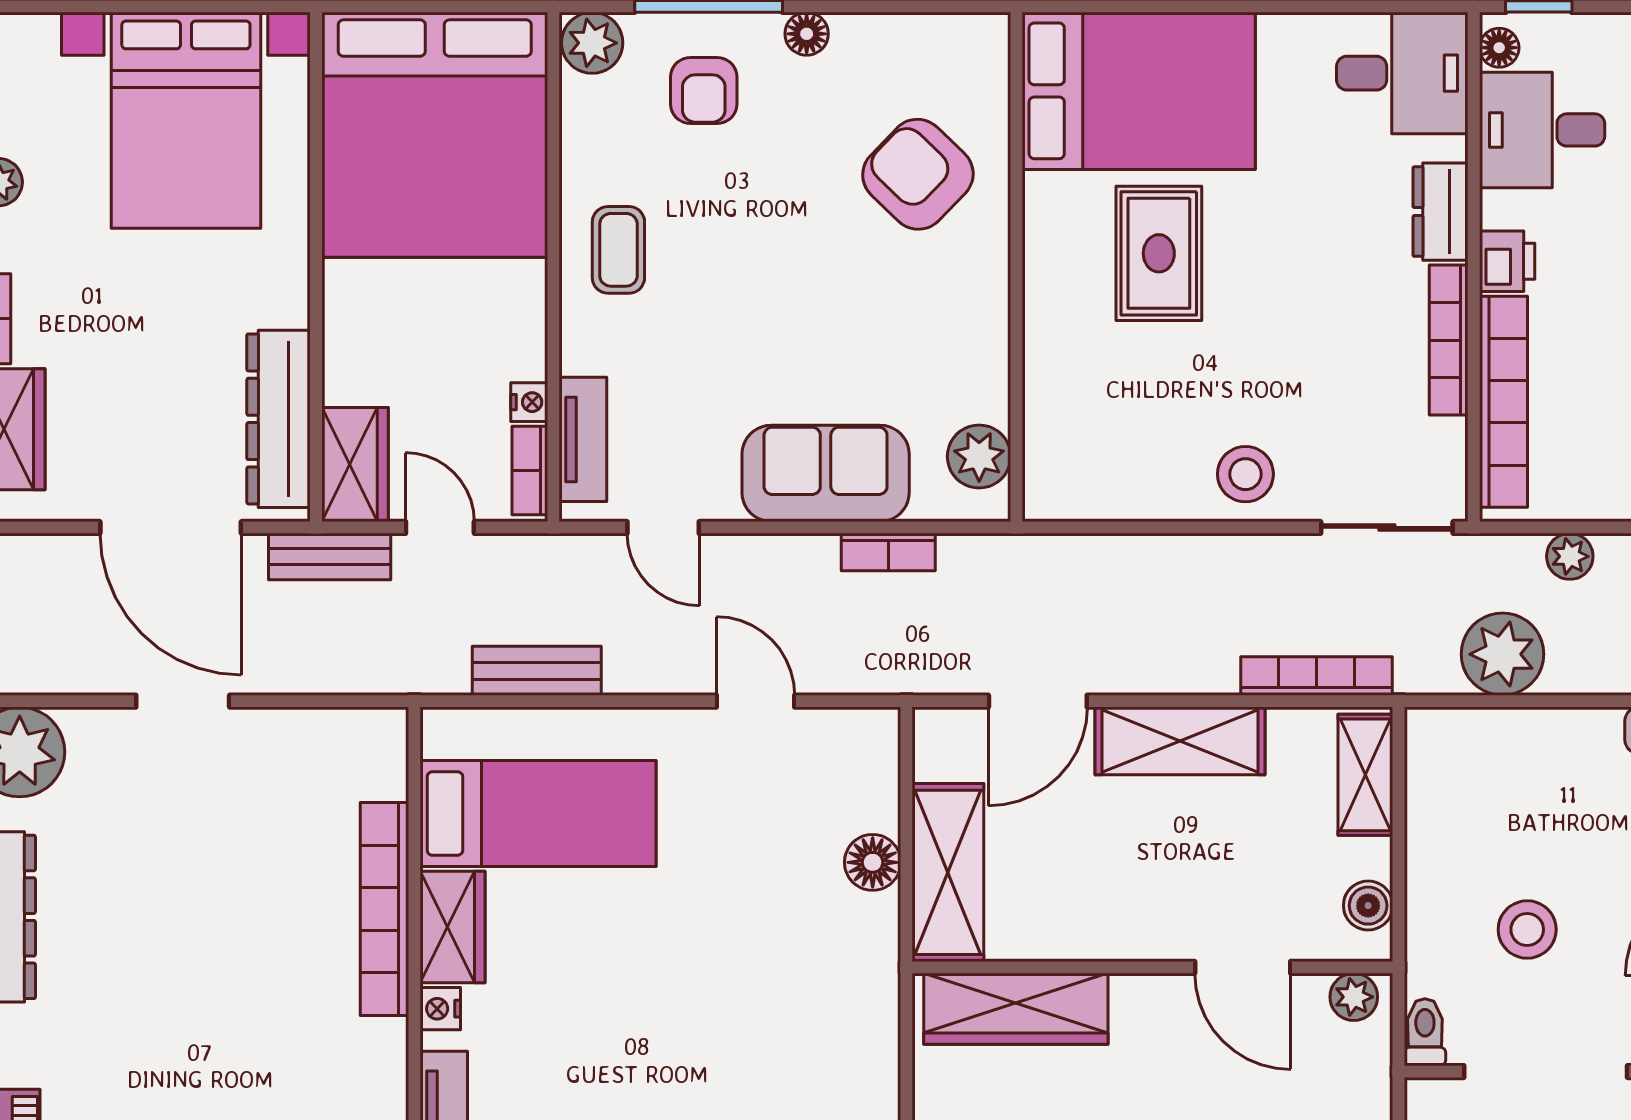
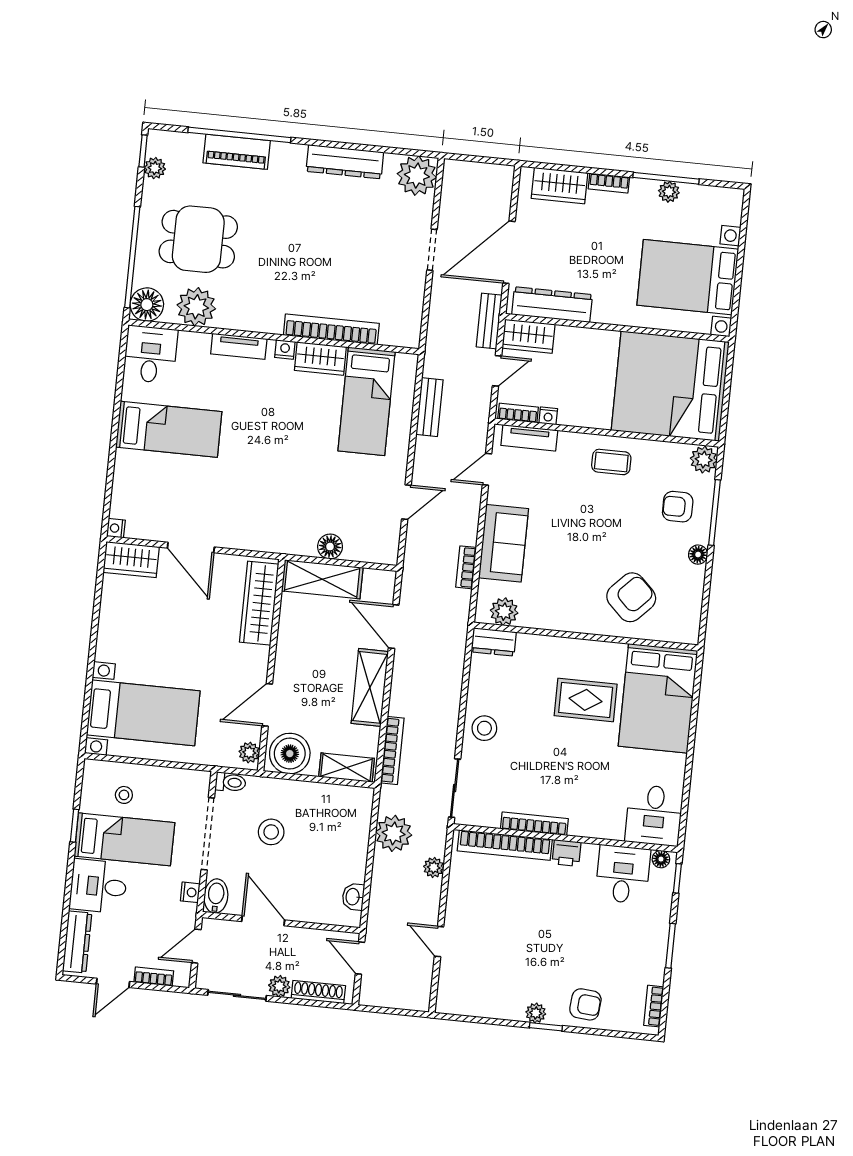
dresser: (1441, 212) -> (494, 642), moved, turned 180
boiler: (1368, 906) -> (290, 754), width x1.86, depth x1.86

